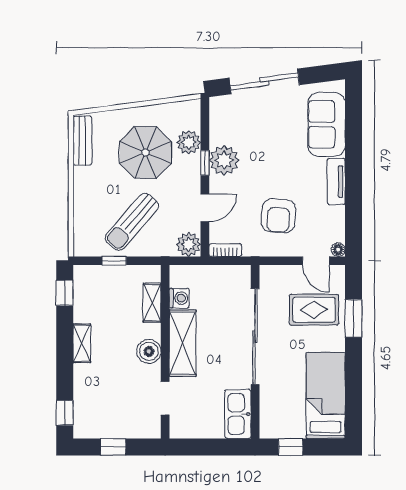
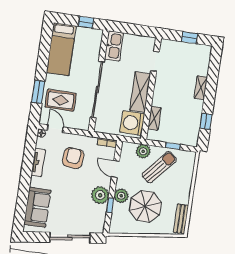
plant: (189, 142) -> (121, 196), moved
window: (205, 163) -> (110, 205), moved
tv unit: (336, 182) -> (38, 163), moved
door: (205, 208) -> (115, 169), hinge flipped
plant: (189, 244) -> (143, 151), moved
window: (65, 293) -> (206, 121), moved
washing machine: (179, 298) -> (132, 123), width x1.89, depth x1.89
shelving: (82, 343) -> (201, 88), moved
boiler: (149, 351) -> (160, 90), removed
window: (65, 413) -> (215, 62), removed

